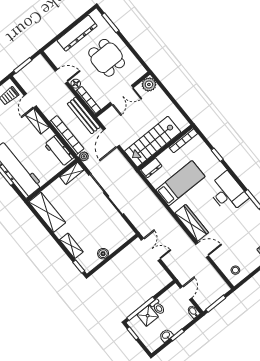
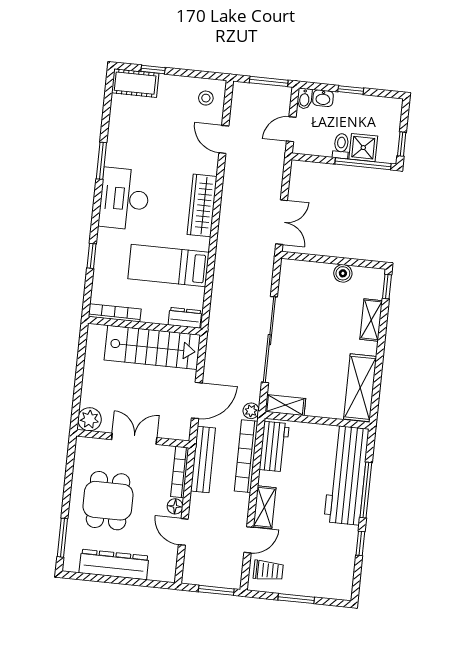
double door: (151, 249) -> (282, 222), swing flipped
door: (202, 250) -> (224, 139), moved
washbasin: (166, 335) -> (323, 98), moved

